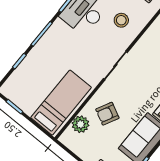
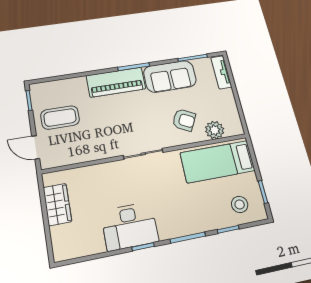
stool: (121, 20) -> (240, 204), moved

